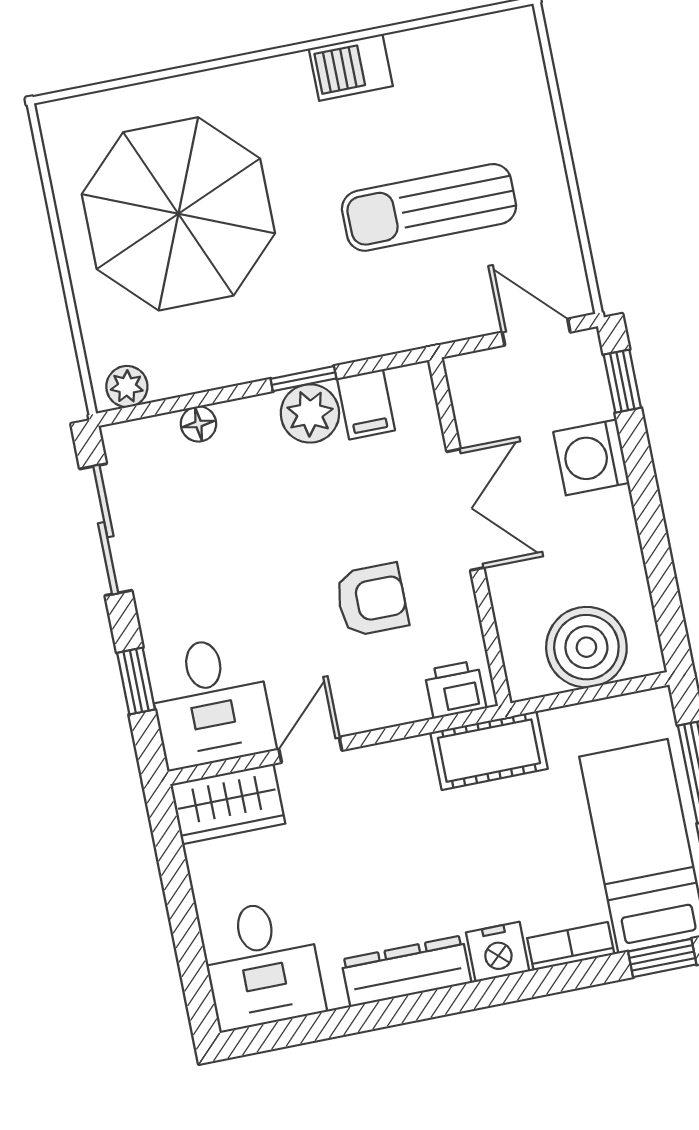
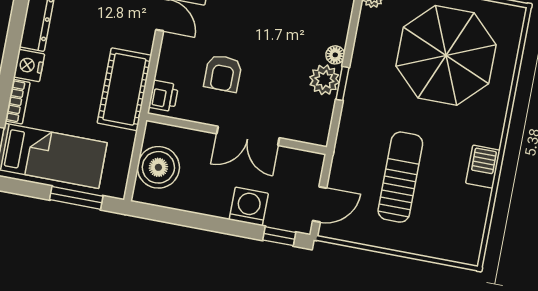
filing cabinet: (366, 404) -> (318, 109), removed
floor lamp: (198, 424) -> (335, 55), moved
cot: (489, 751) -> (124, 89), width x1.37, depth x1.34

